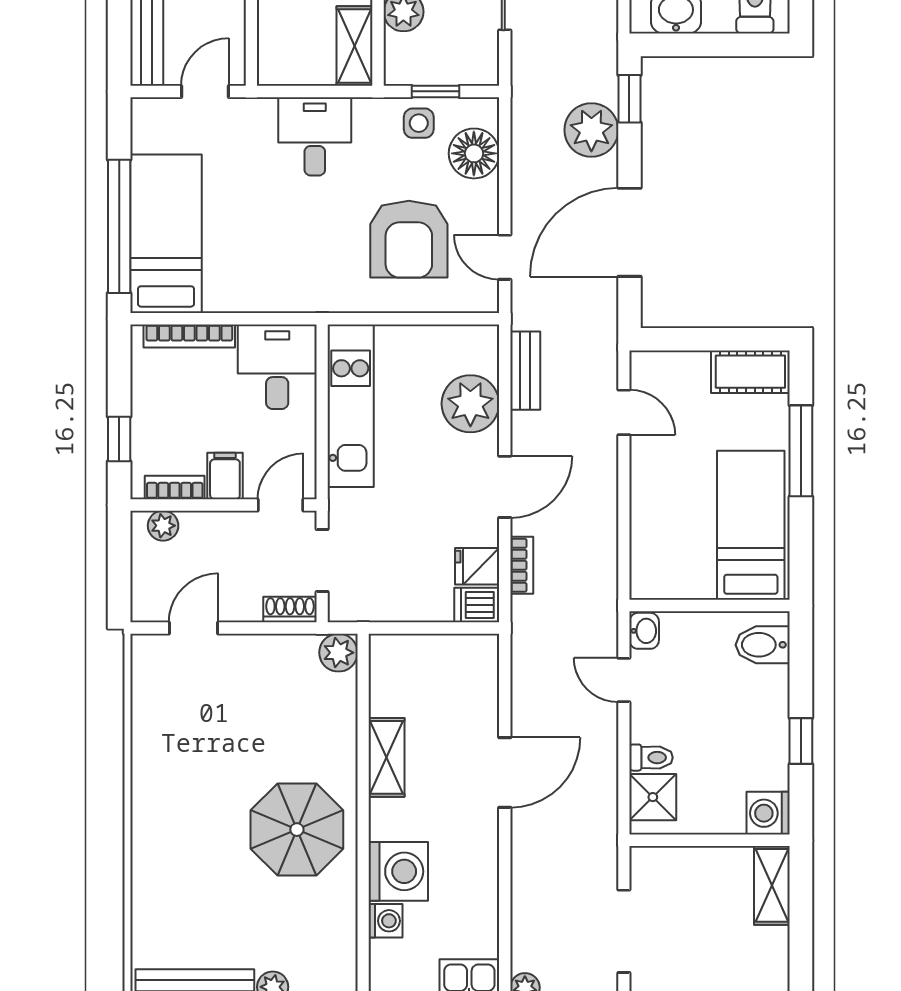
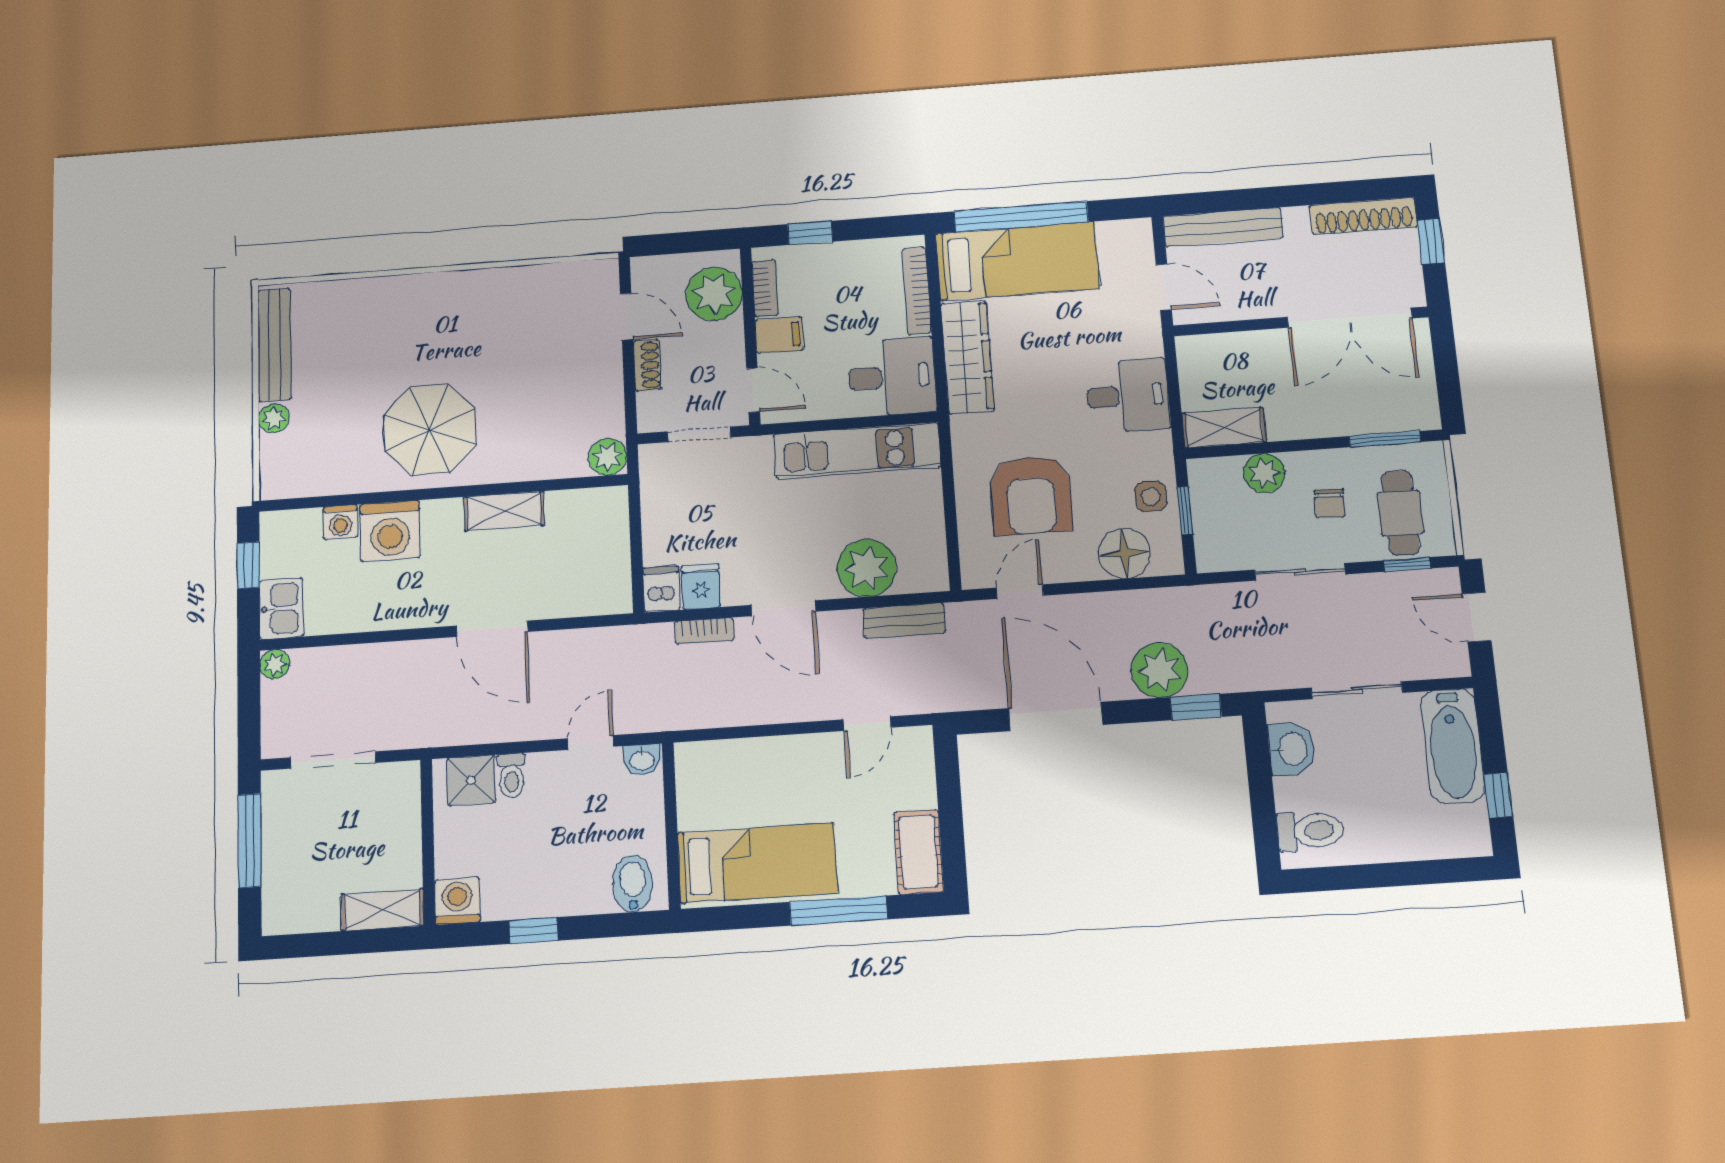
armchair: (409, 239) -> (1031, 495), turned -90
wardrobe: (263, 291) -> (967, 357), added
plant: (163, 526) -> (714, 294), width x1.88, depth x1.88
shoe rack: (290, 609) -> (647, 365), moved

